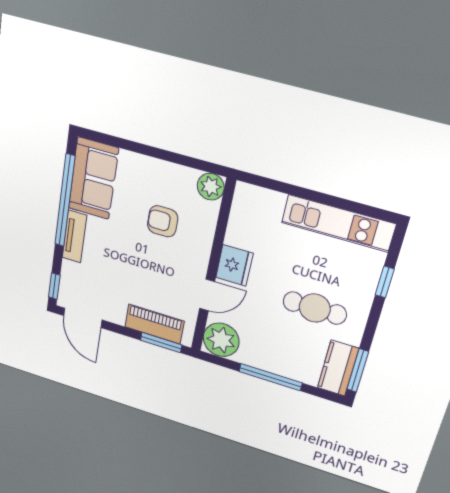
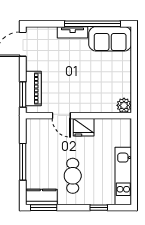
armchair: (163, 221) -> (97, 83), removed
window: (54, 286) -> (38, 24), removed
plant: (221, 340) -> (36, 129), removed

